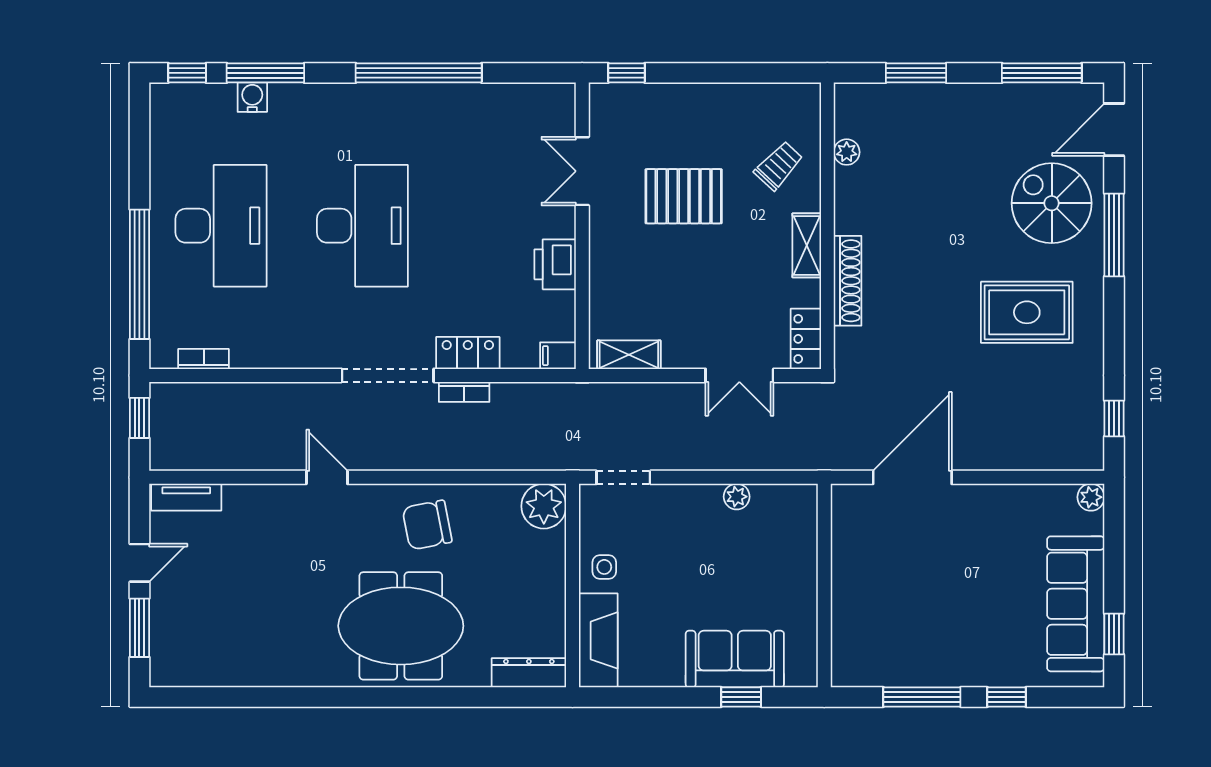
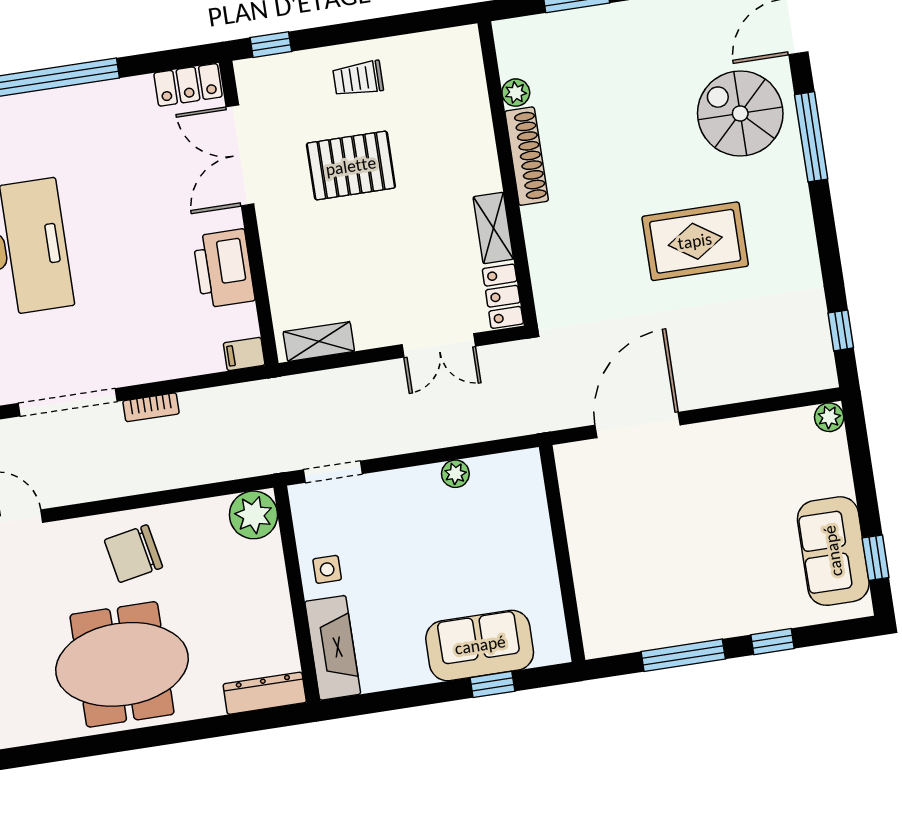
trolley: (779, 166) -> (358, 79), moved, turned -133
double door: (582, 171) -> (240, 155), width x1.37
shelving: (807, 245) -> (493, 228), moved
printer: (555, 264) -> (224, 268), width x1.37, depth x1.19
shoe rack: (848, 281) -> (527, 156), moved
rug: (1027, 312) -> (695, 241), moved
locker: (468, 353) -> (188, 85), moved, turned 180
sofa: (1076, 604) -> (833, 551), width x0.73

